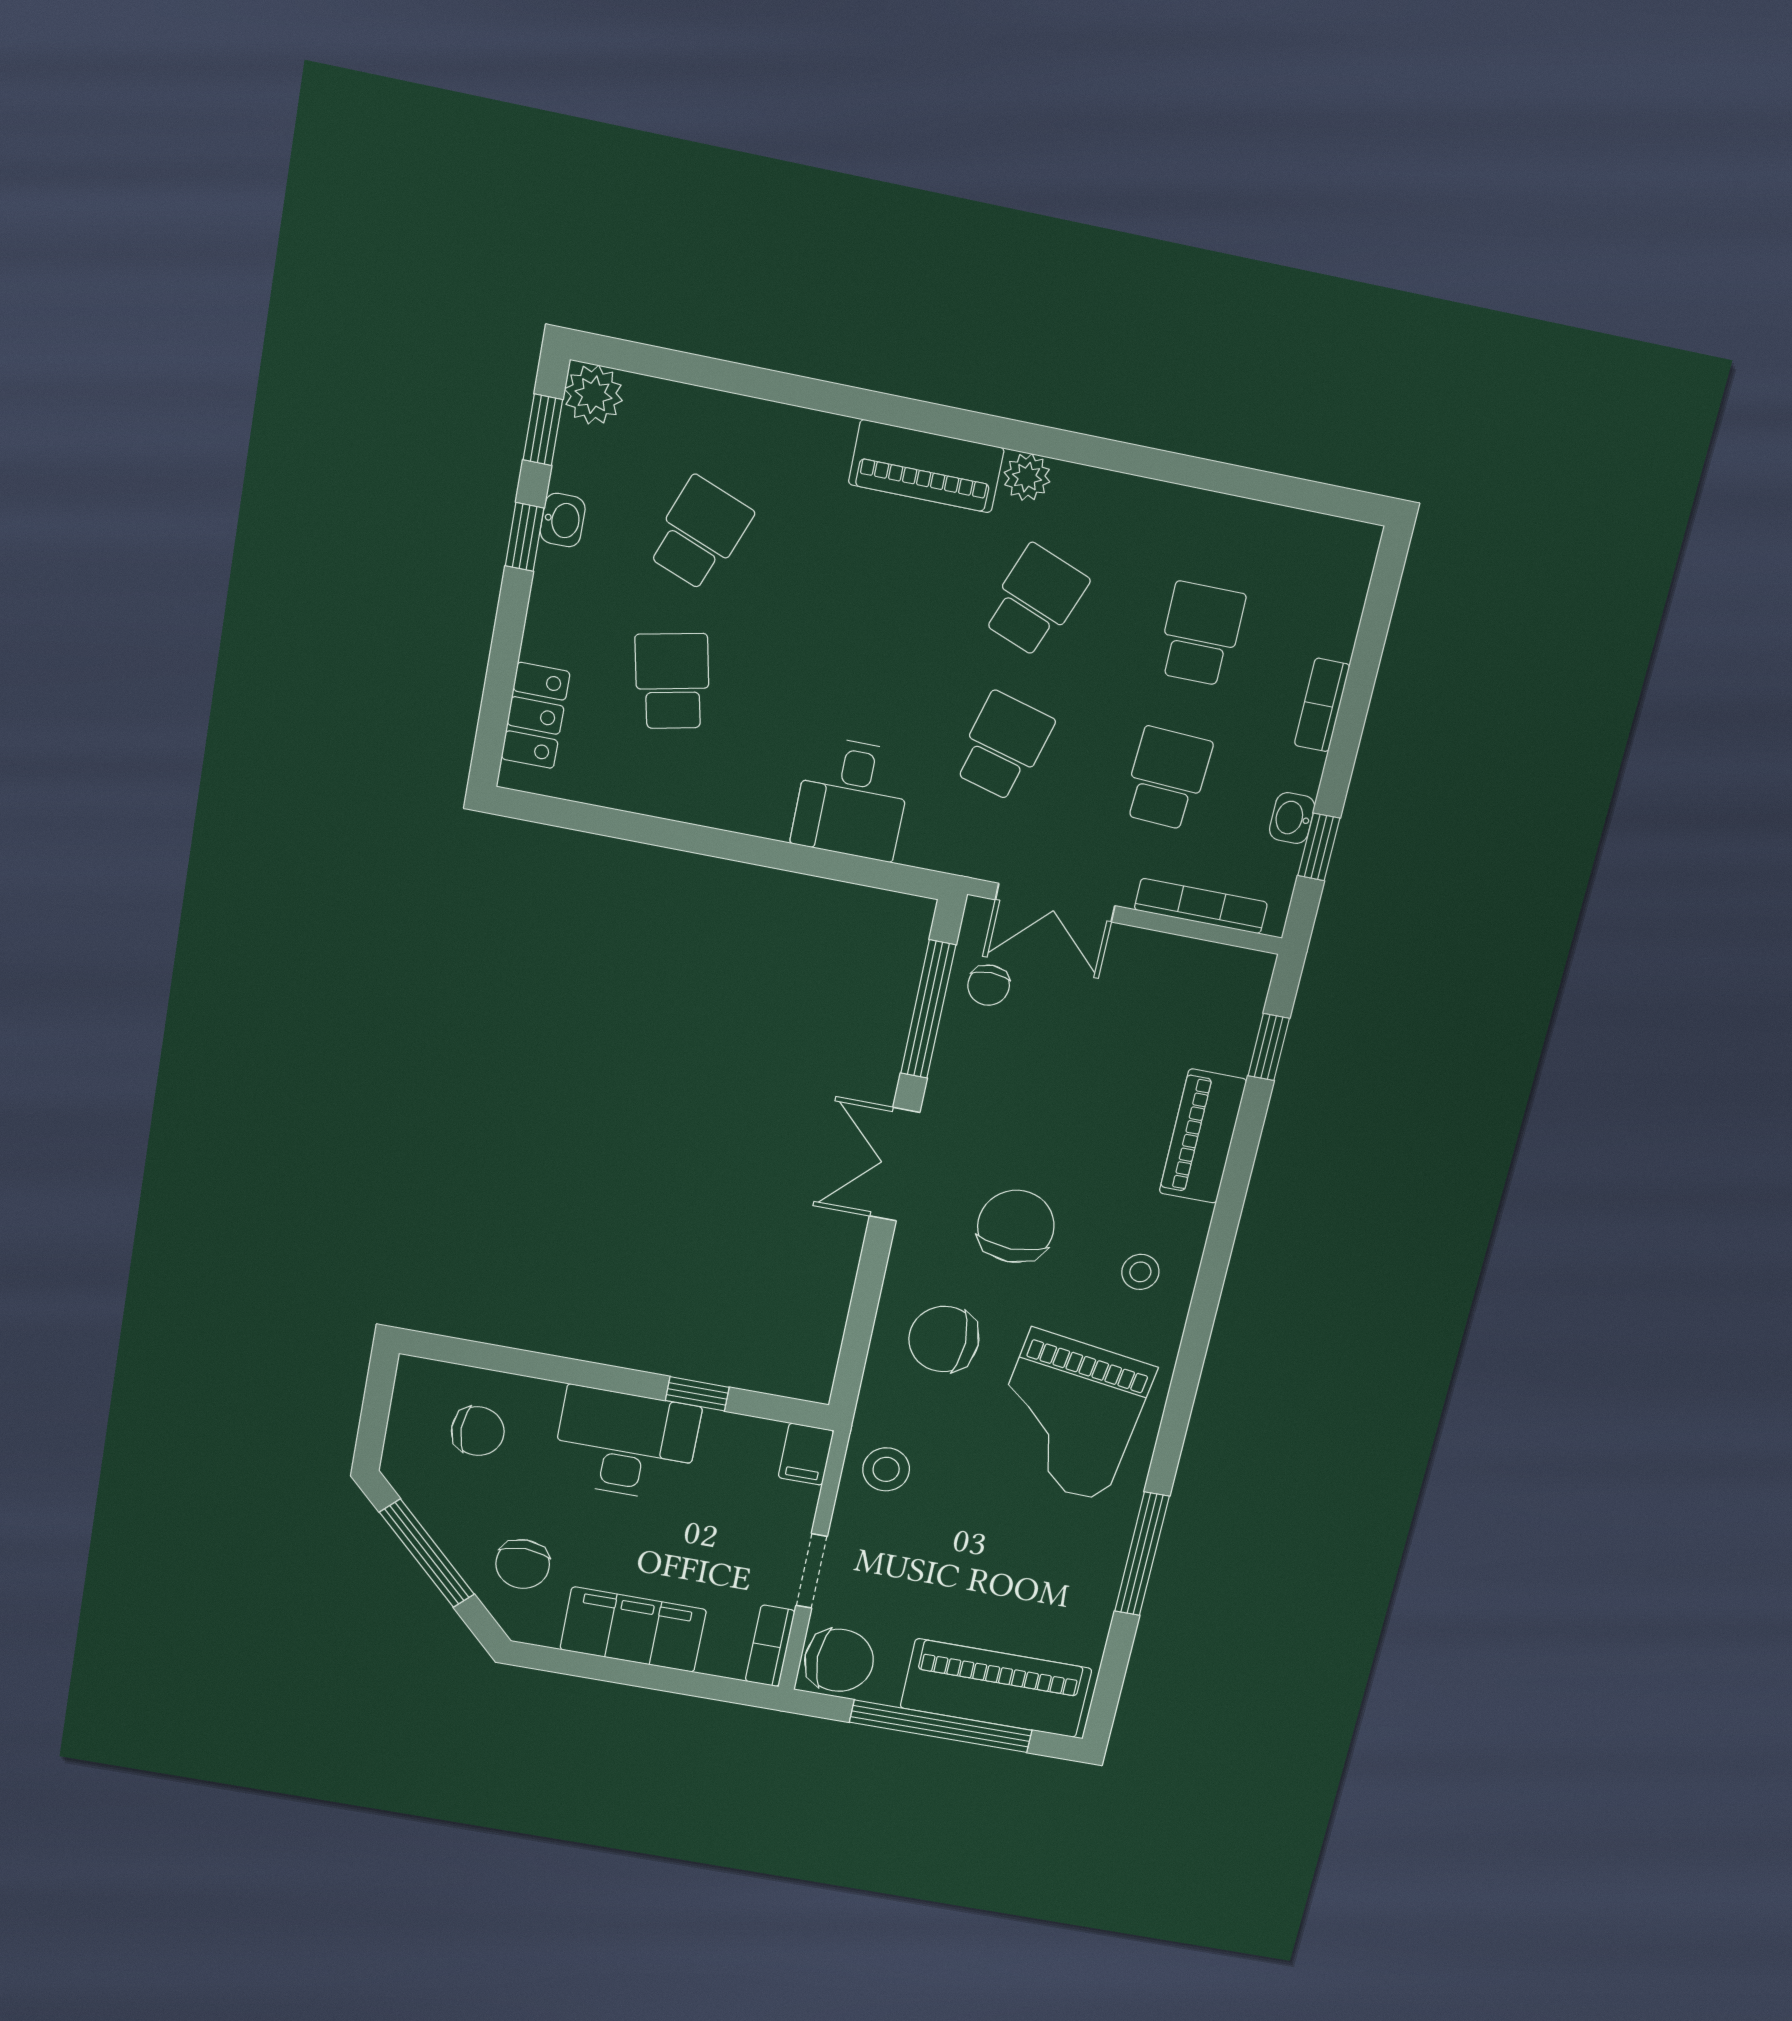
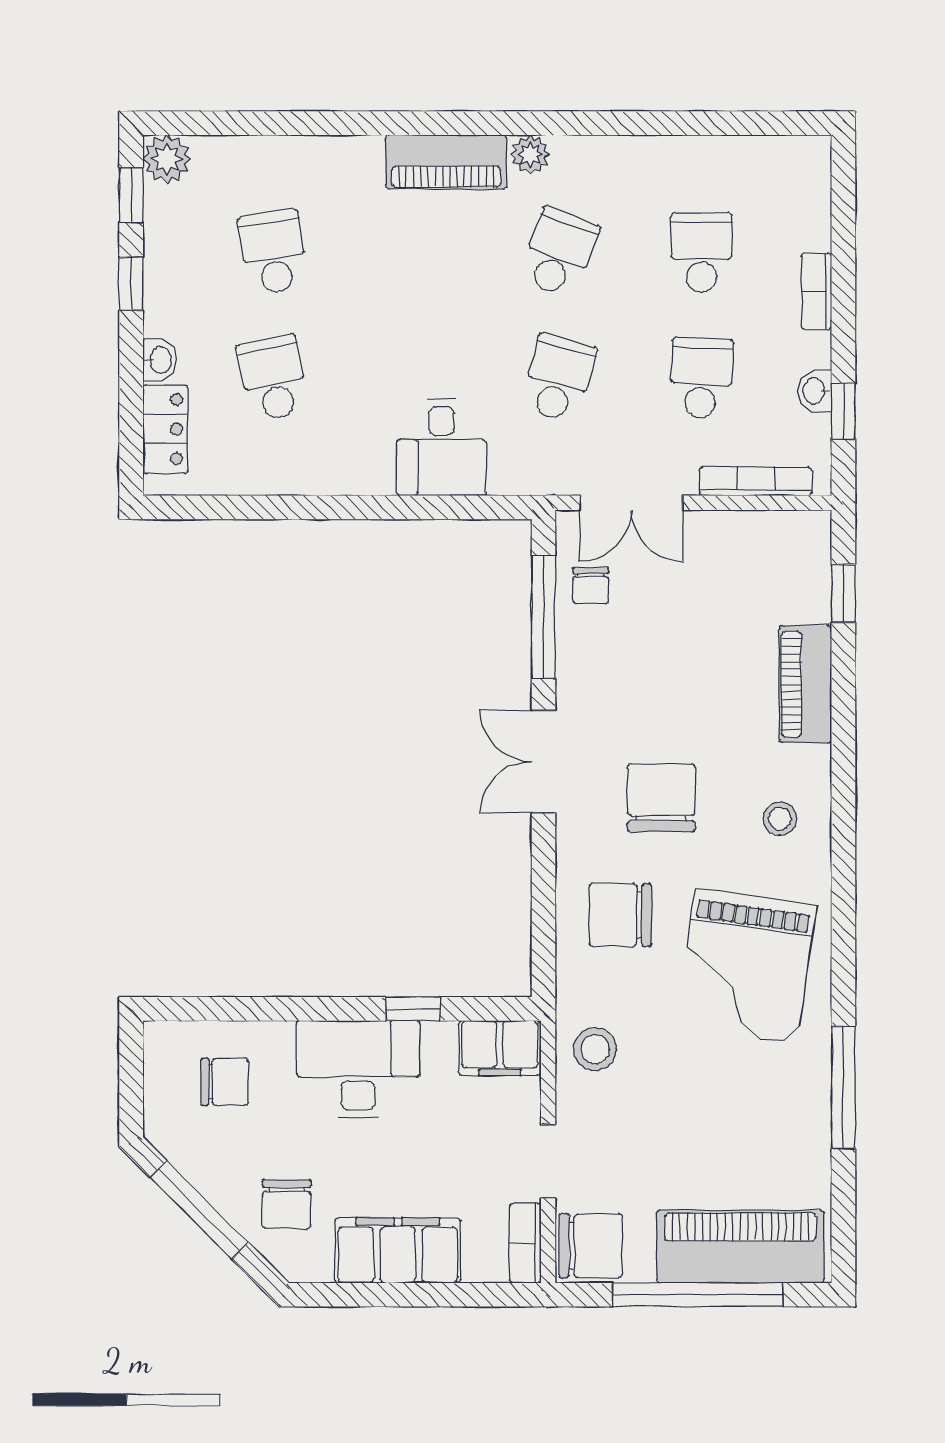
washbasin: (563, 520) -> (160, 360), moved
school desk: (700, 533) -> (273, 253), turned -30
filing cabinet: (806, 1454) -> (500, 1048), width x2.00

